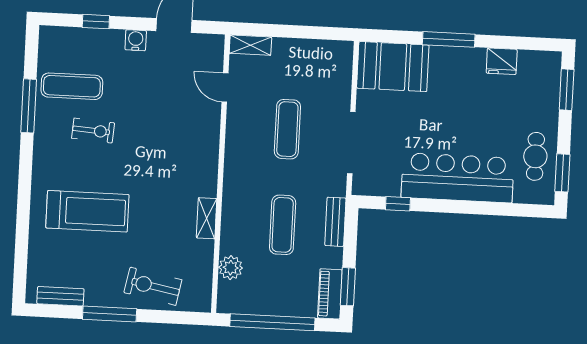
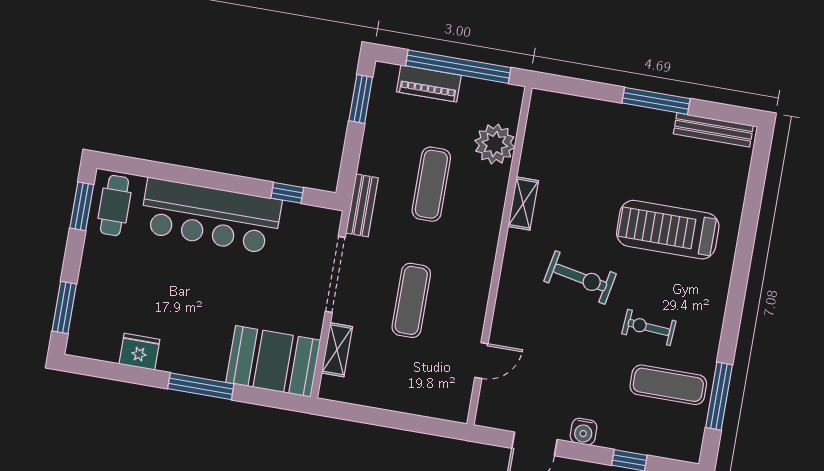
shelving: (250, 45) -> (337, 350), moved, turned 90
door: (225, 87) -> (481, 361), hinge flipped
window: (29, 106) -> (719, 396), moved
cafe table: (535, 156) -> (114, 205), moved
bench: (335, 222) -> (362, 205), moved
plant: (231, 268) -> (495, 144), width x1.36, depth x1.36
exercise bike: (153, 286) -> (580, 277), moved
piano: (330, 294) -> (429, 84), moved, turned 90
bench: (60, 296) -> (713, 130), width x1.36

